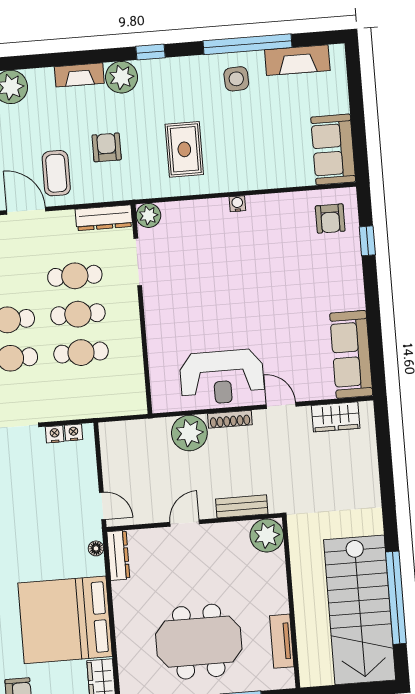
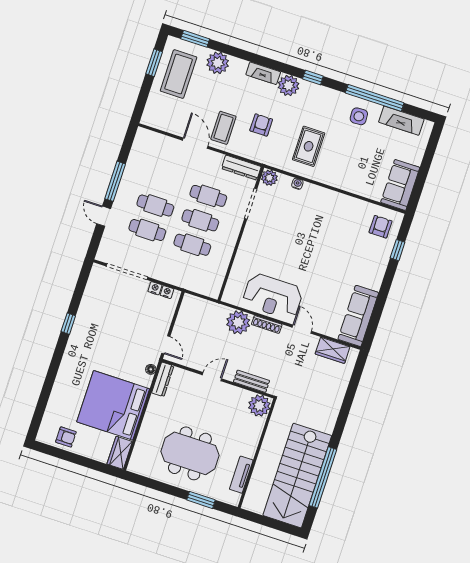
water cooler: (237, 204) -> (297, 184), moved
armchair: (330, 219) -> (381, 227), turned 180

